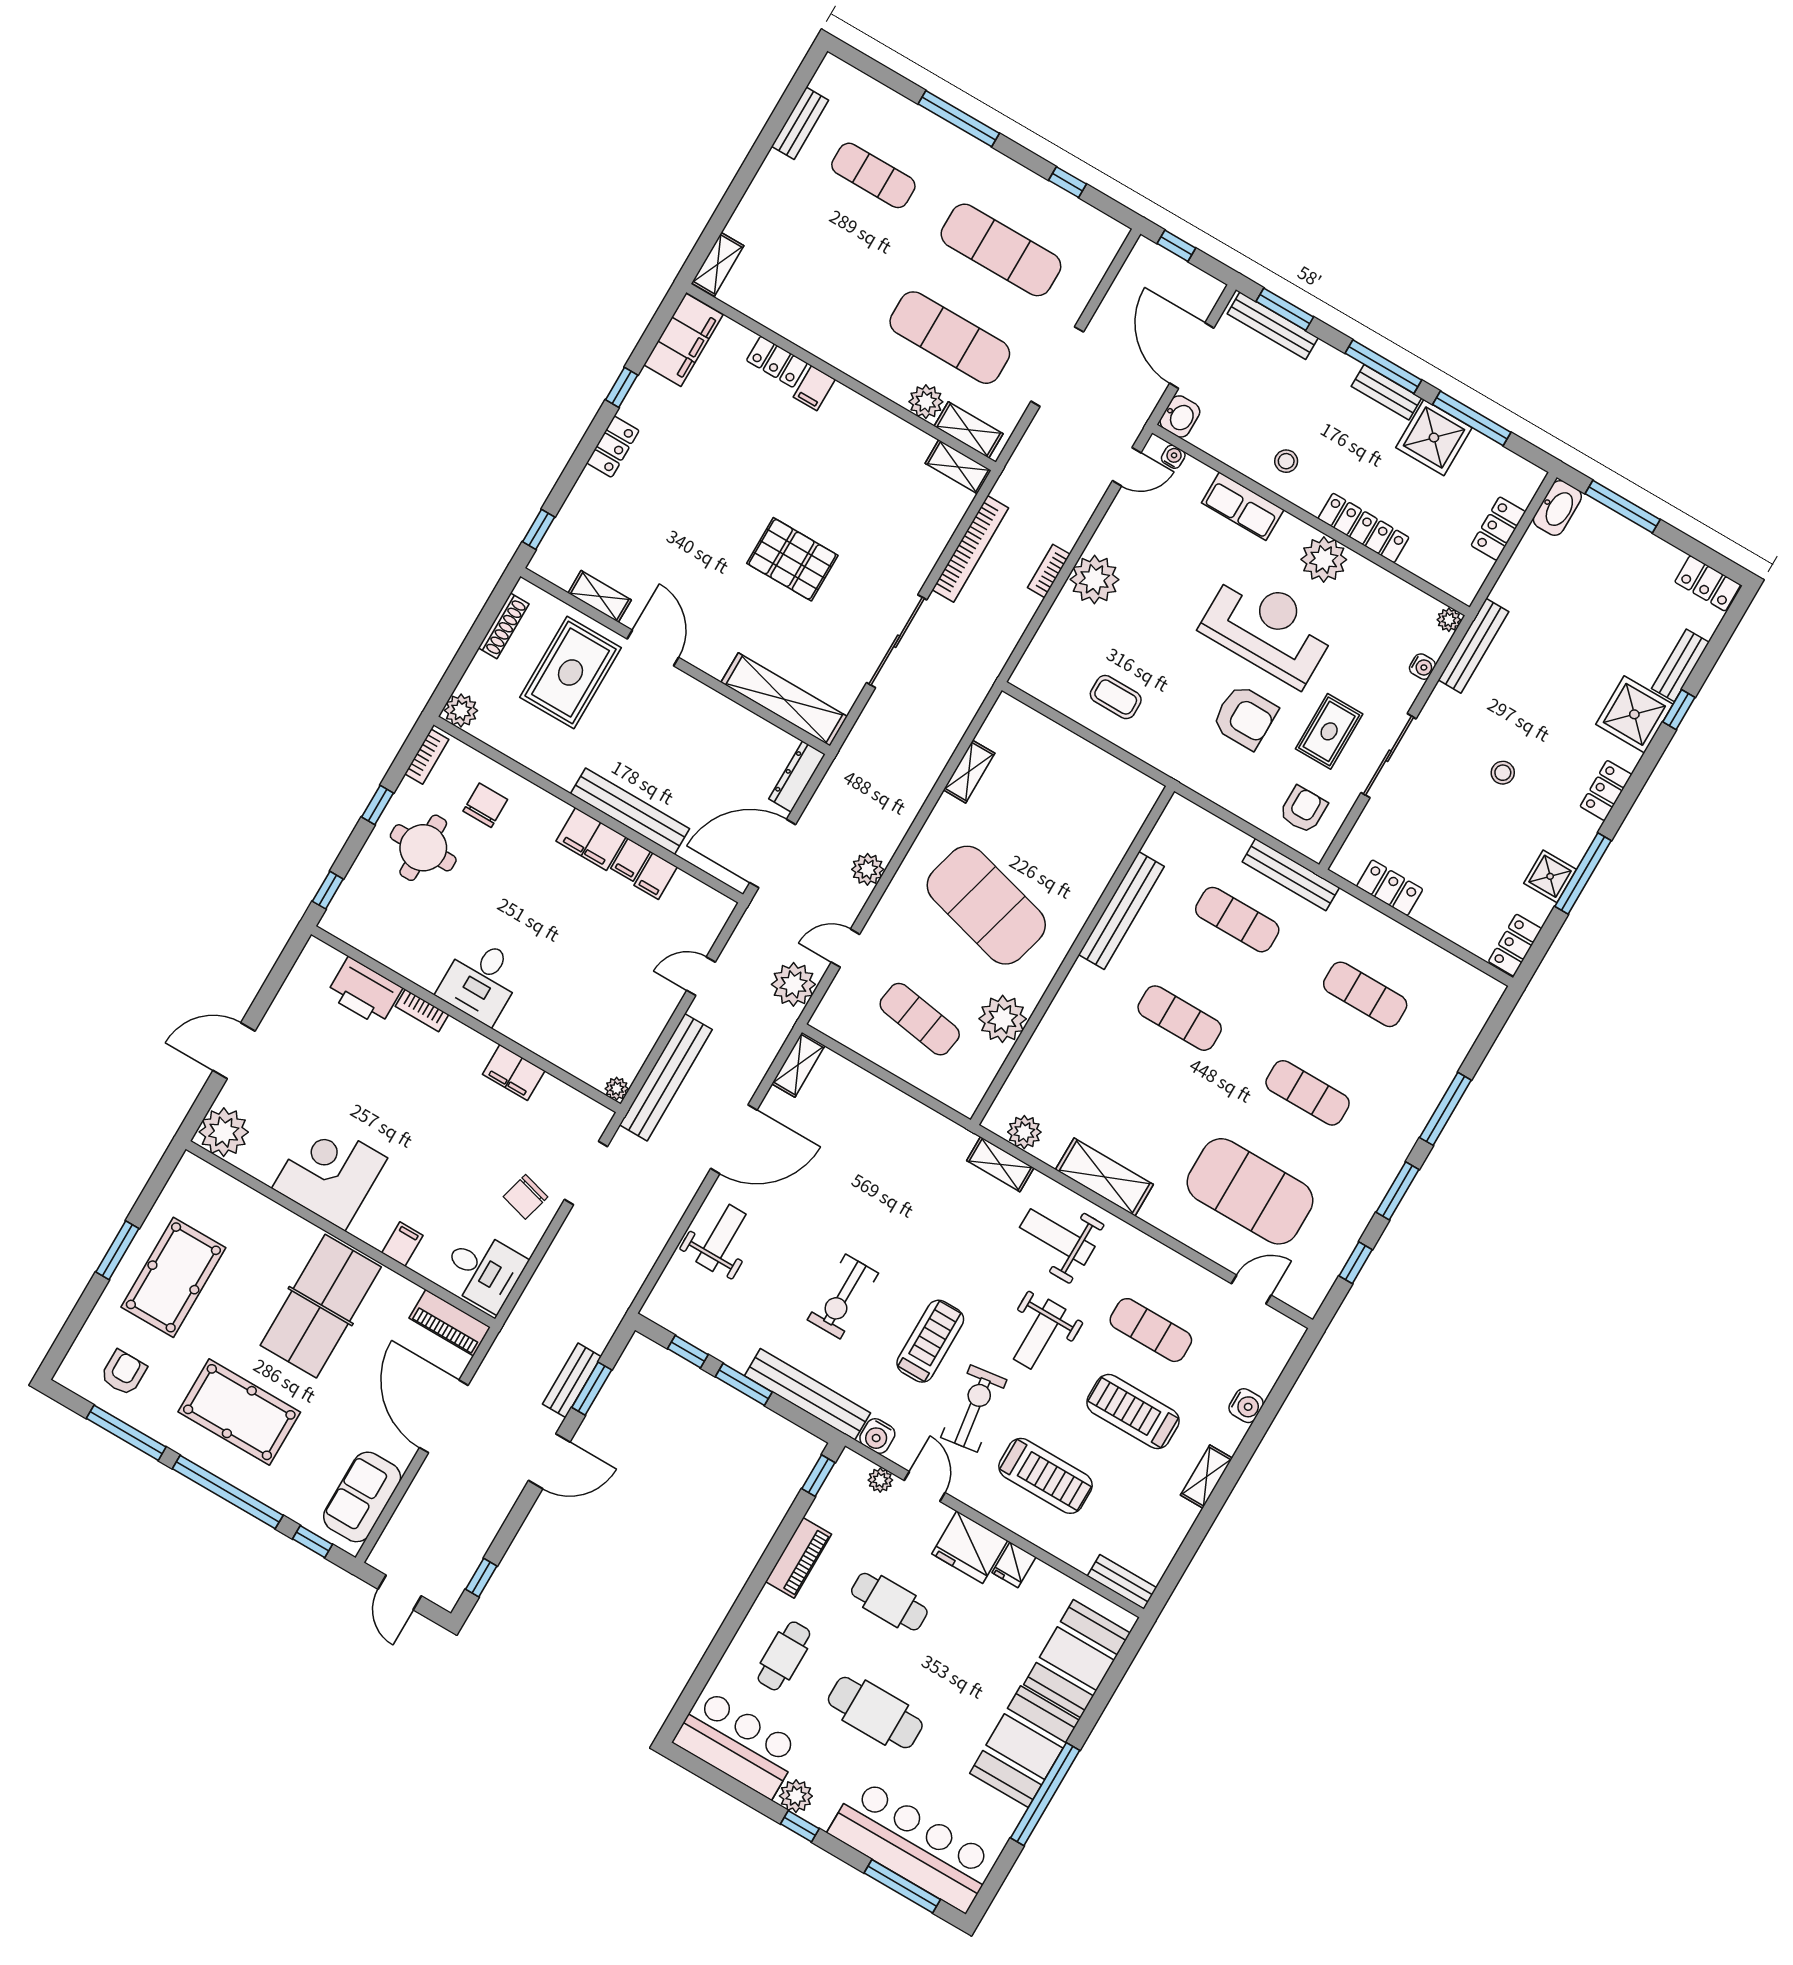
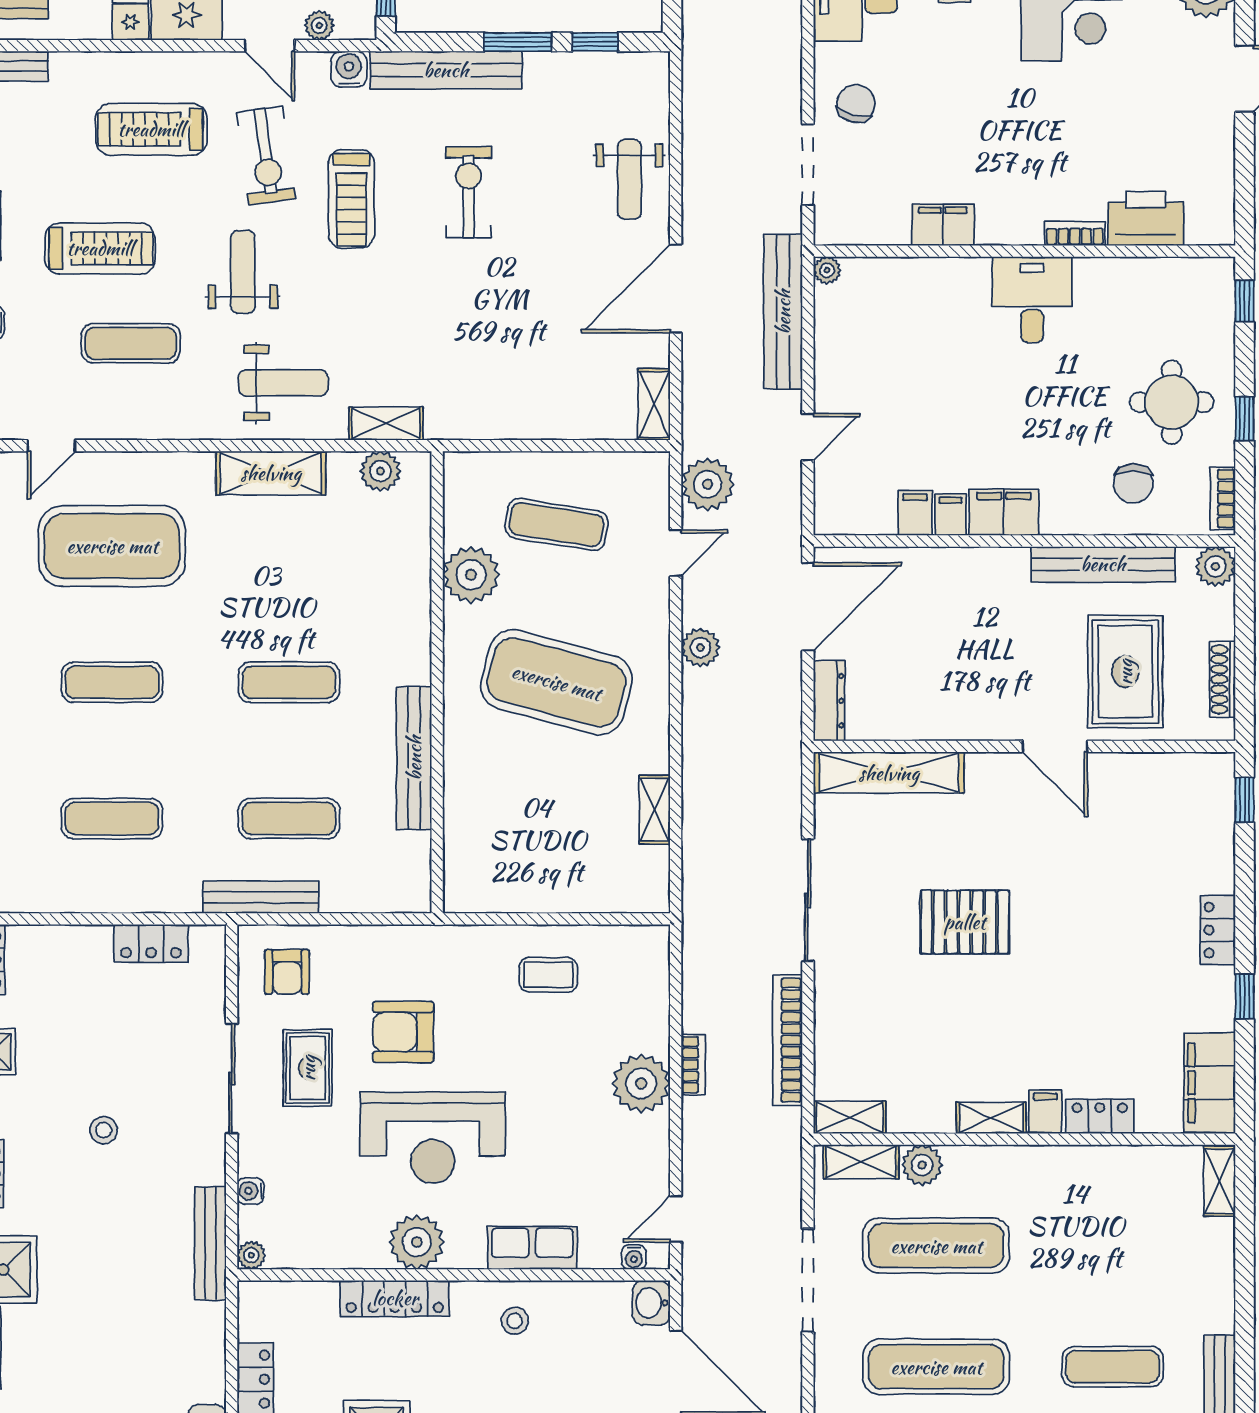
shelving: (600, 596) -> (991, 1118), moved
bench: (630, 811) -> (1103, 564), moved

